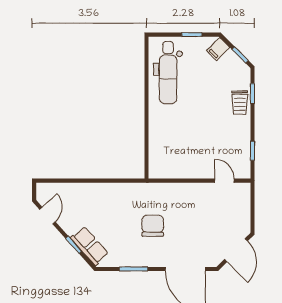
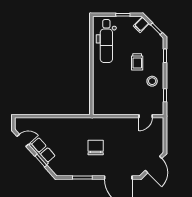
trolley: (240, 103) -> (137, 62), moved
stool: (234, 130) -> (152, 81), added
door: (224, 181) -> (146, 116), swing flipped
door: (47, 216) -> (23, 140), hinge flipped
row of seats: (90, 246) -> (42, 151), moved

